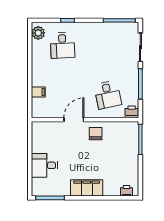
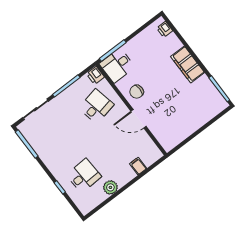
plant: (38, 33) -> (110, 187), moved
desk: (44, 165) -> (117, 65), moved, turned 90

